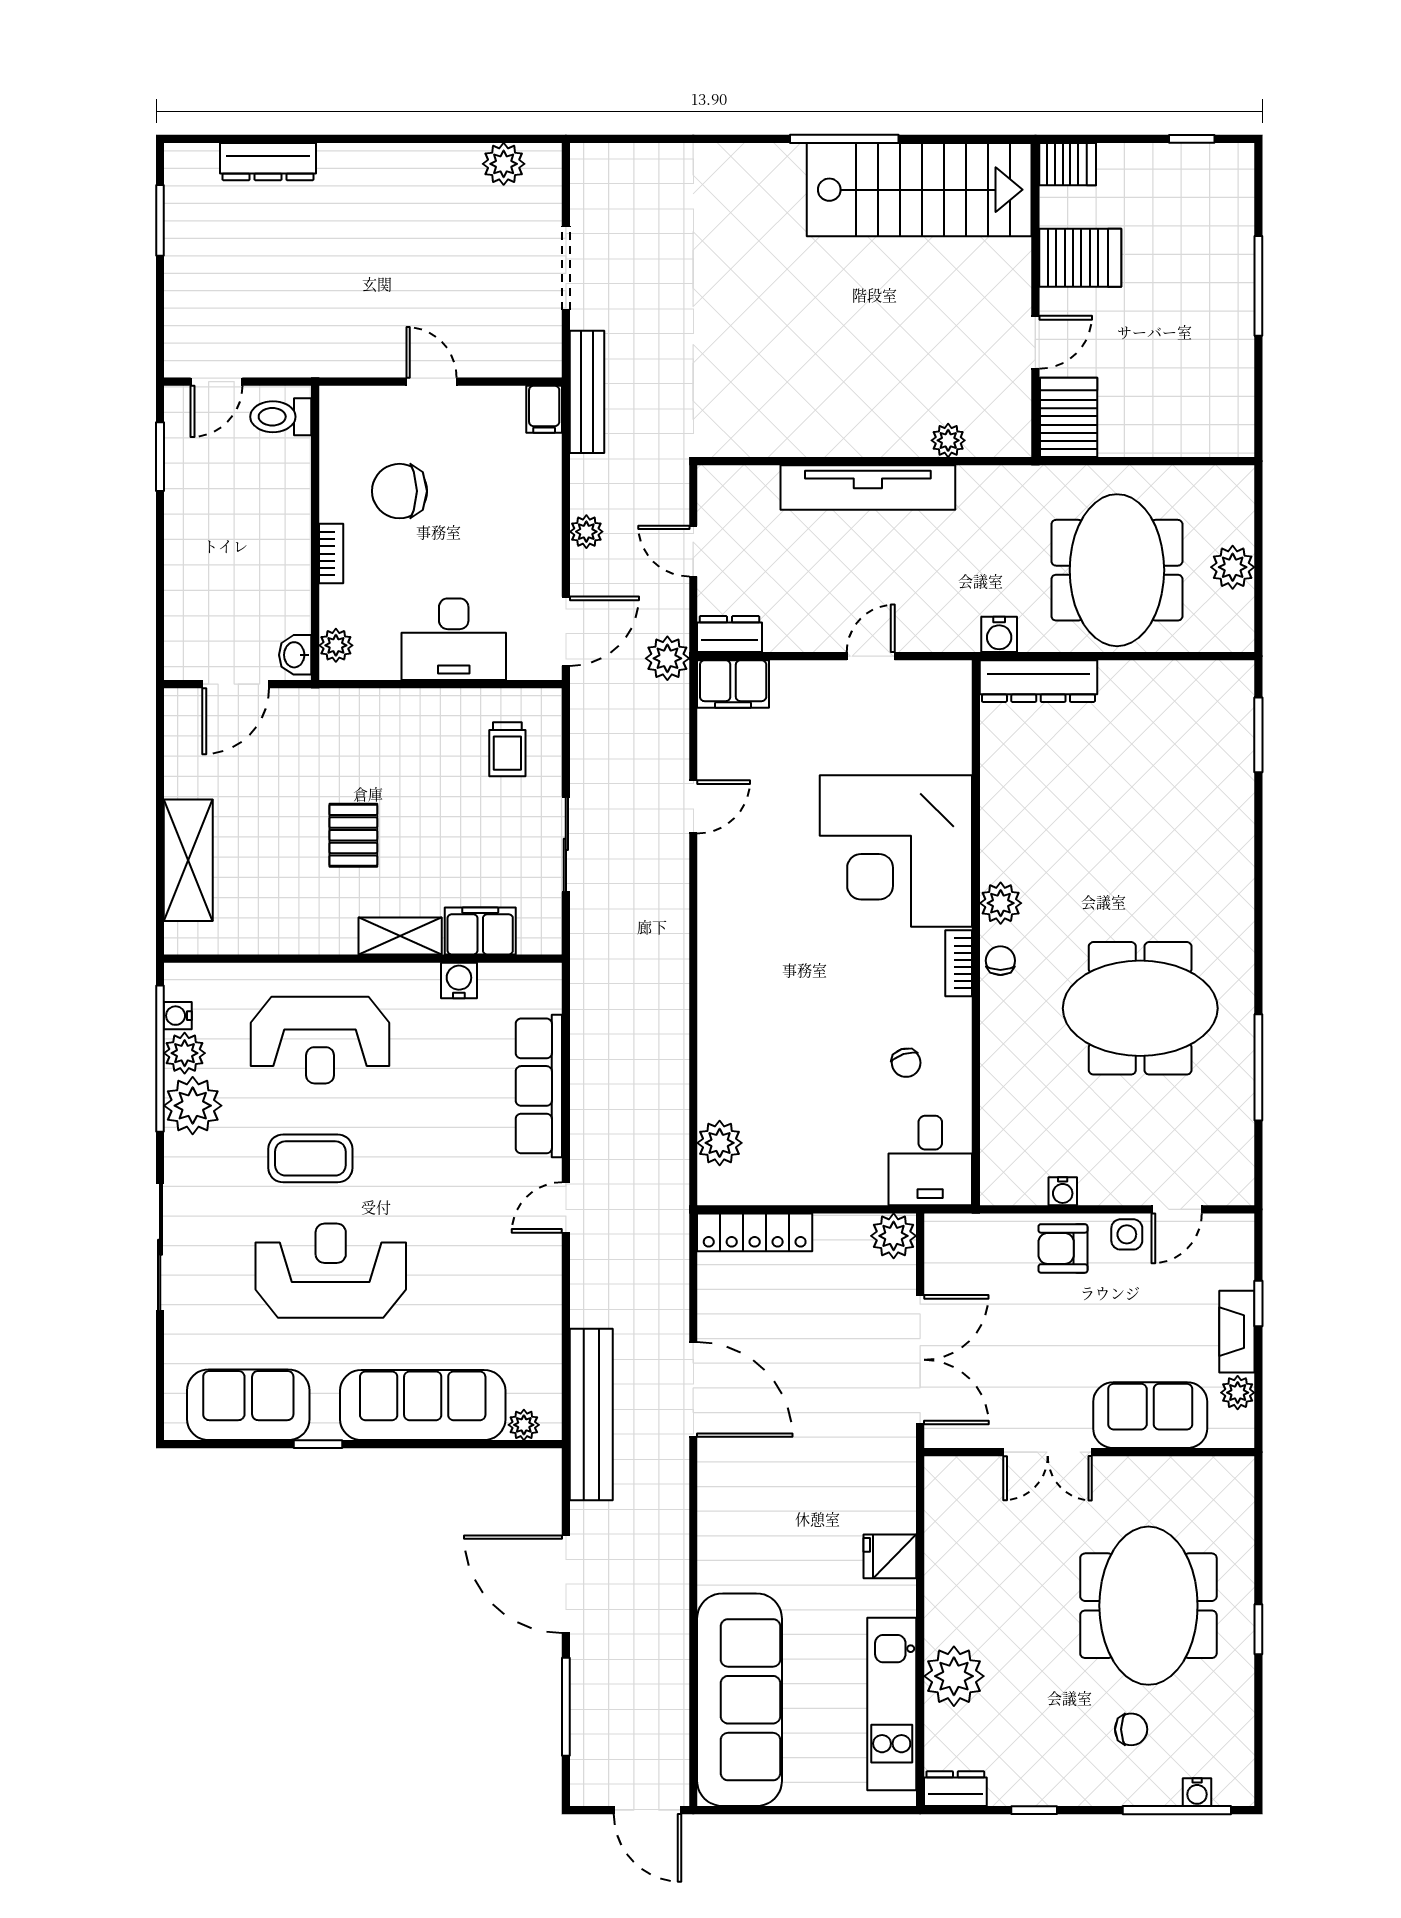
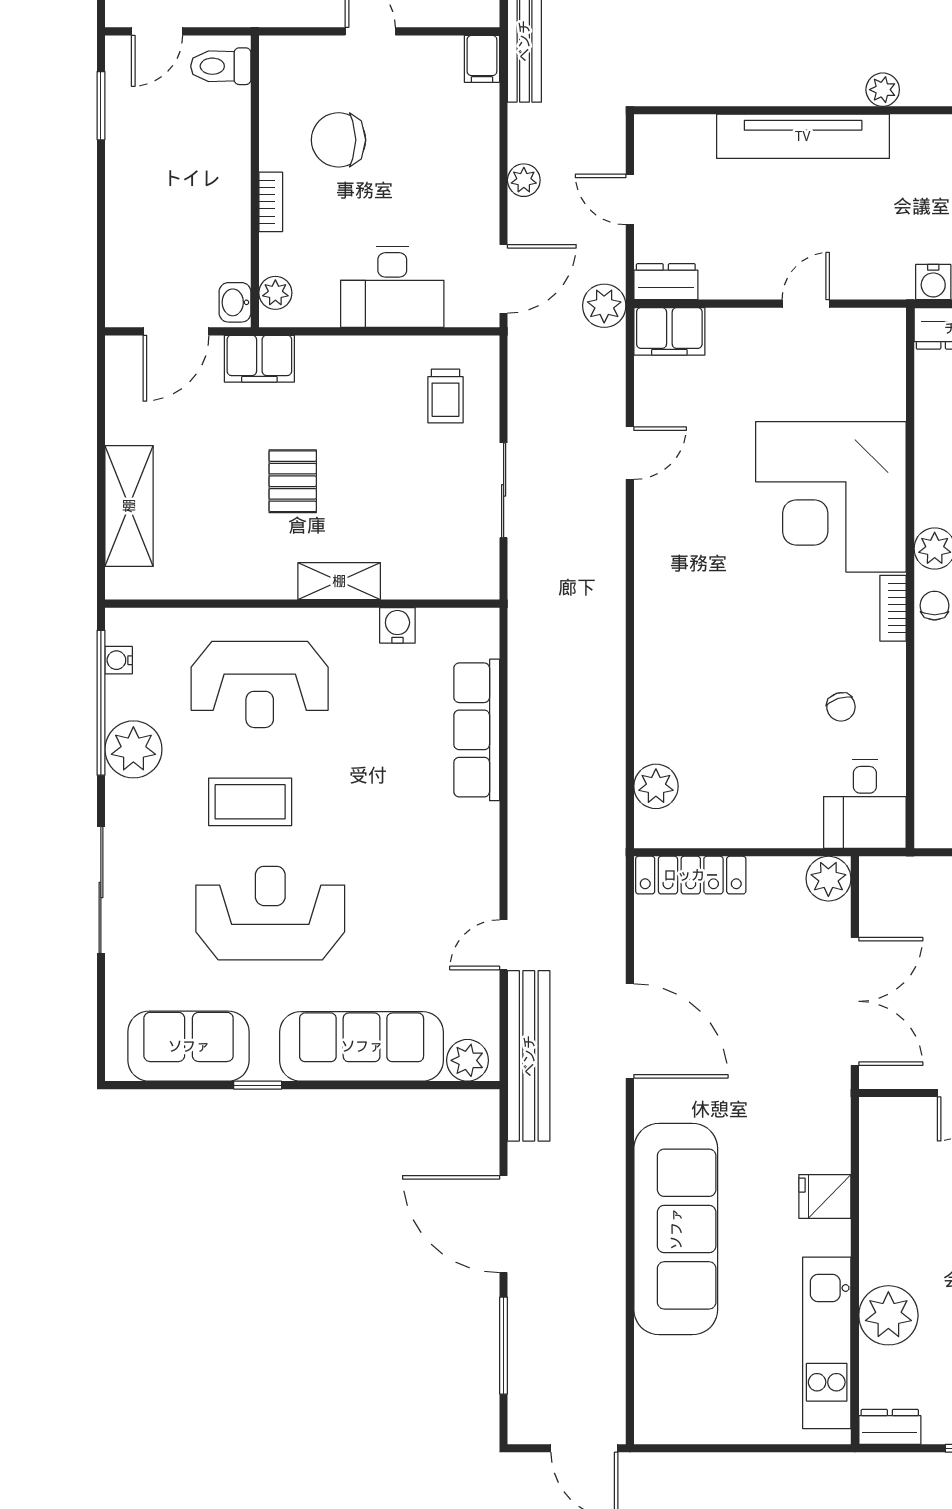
filing cabinet: (480, 931) -> (259, 359), moved, turned 180
plant: (185, 1053) -> (125, 697), removed
door: (566, 1208) -> (504, 945), moved
plant: (524, 1425) -> (467, 1060), width x1.38, depth x1.38
sofa: (740, 1700) -> (676, 1229), moved

